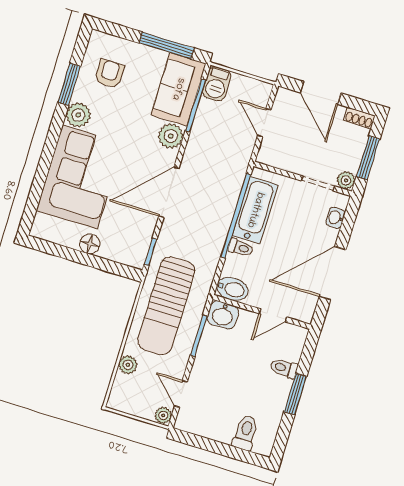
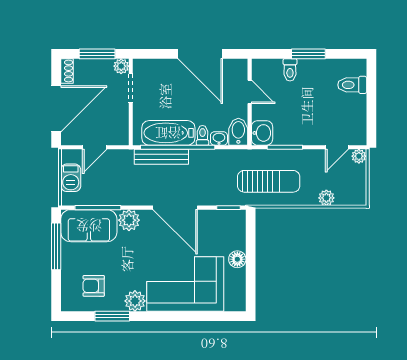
barbecue: (217, 84) -> (71, 178), moved, turned 90
door: (321, 93) -> (56, 109), width x1.36
bench: (231, 194) -> (161, 157), added
washbasin: (335, 218) -> (219, 139), moved, turned 180
sun lounger: (166, 306) -> (269, 181), width x0.73, depth x0.75

